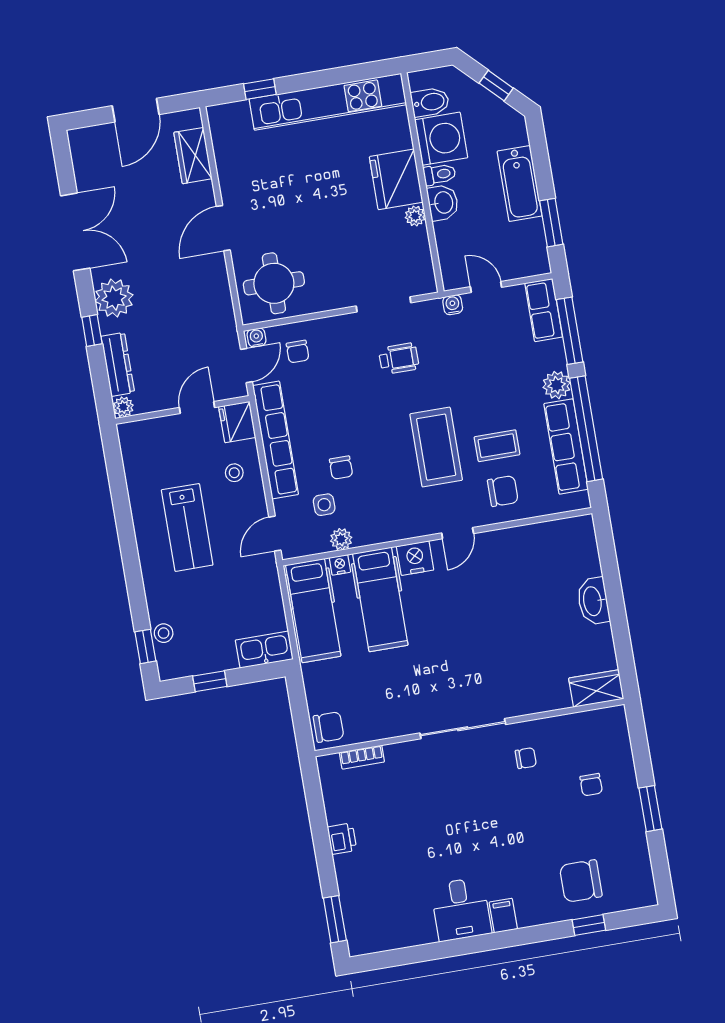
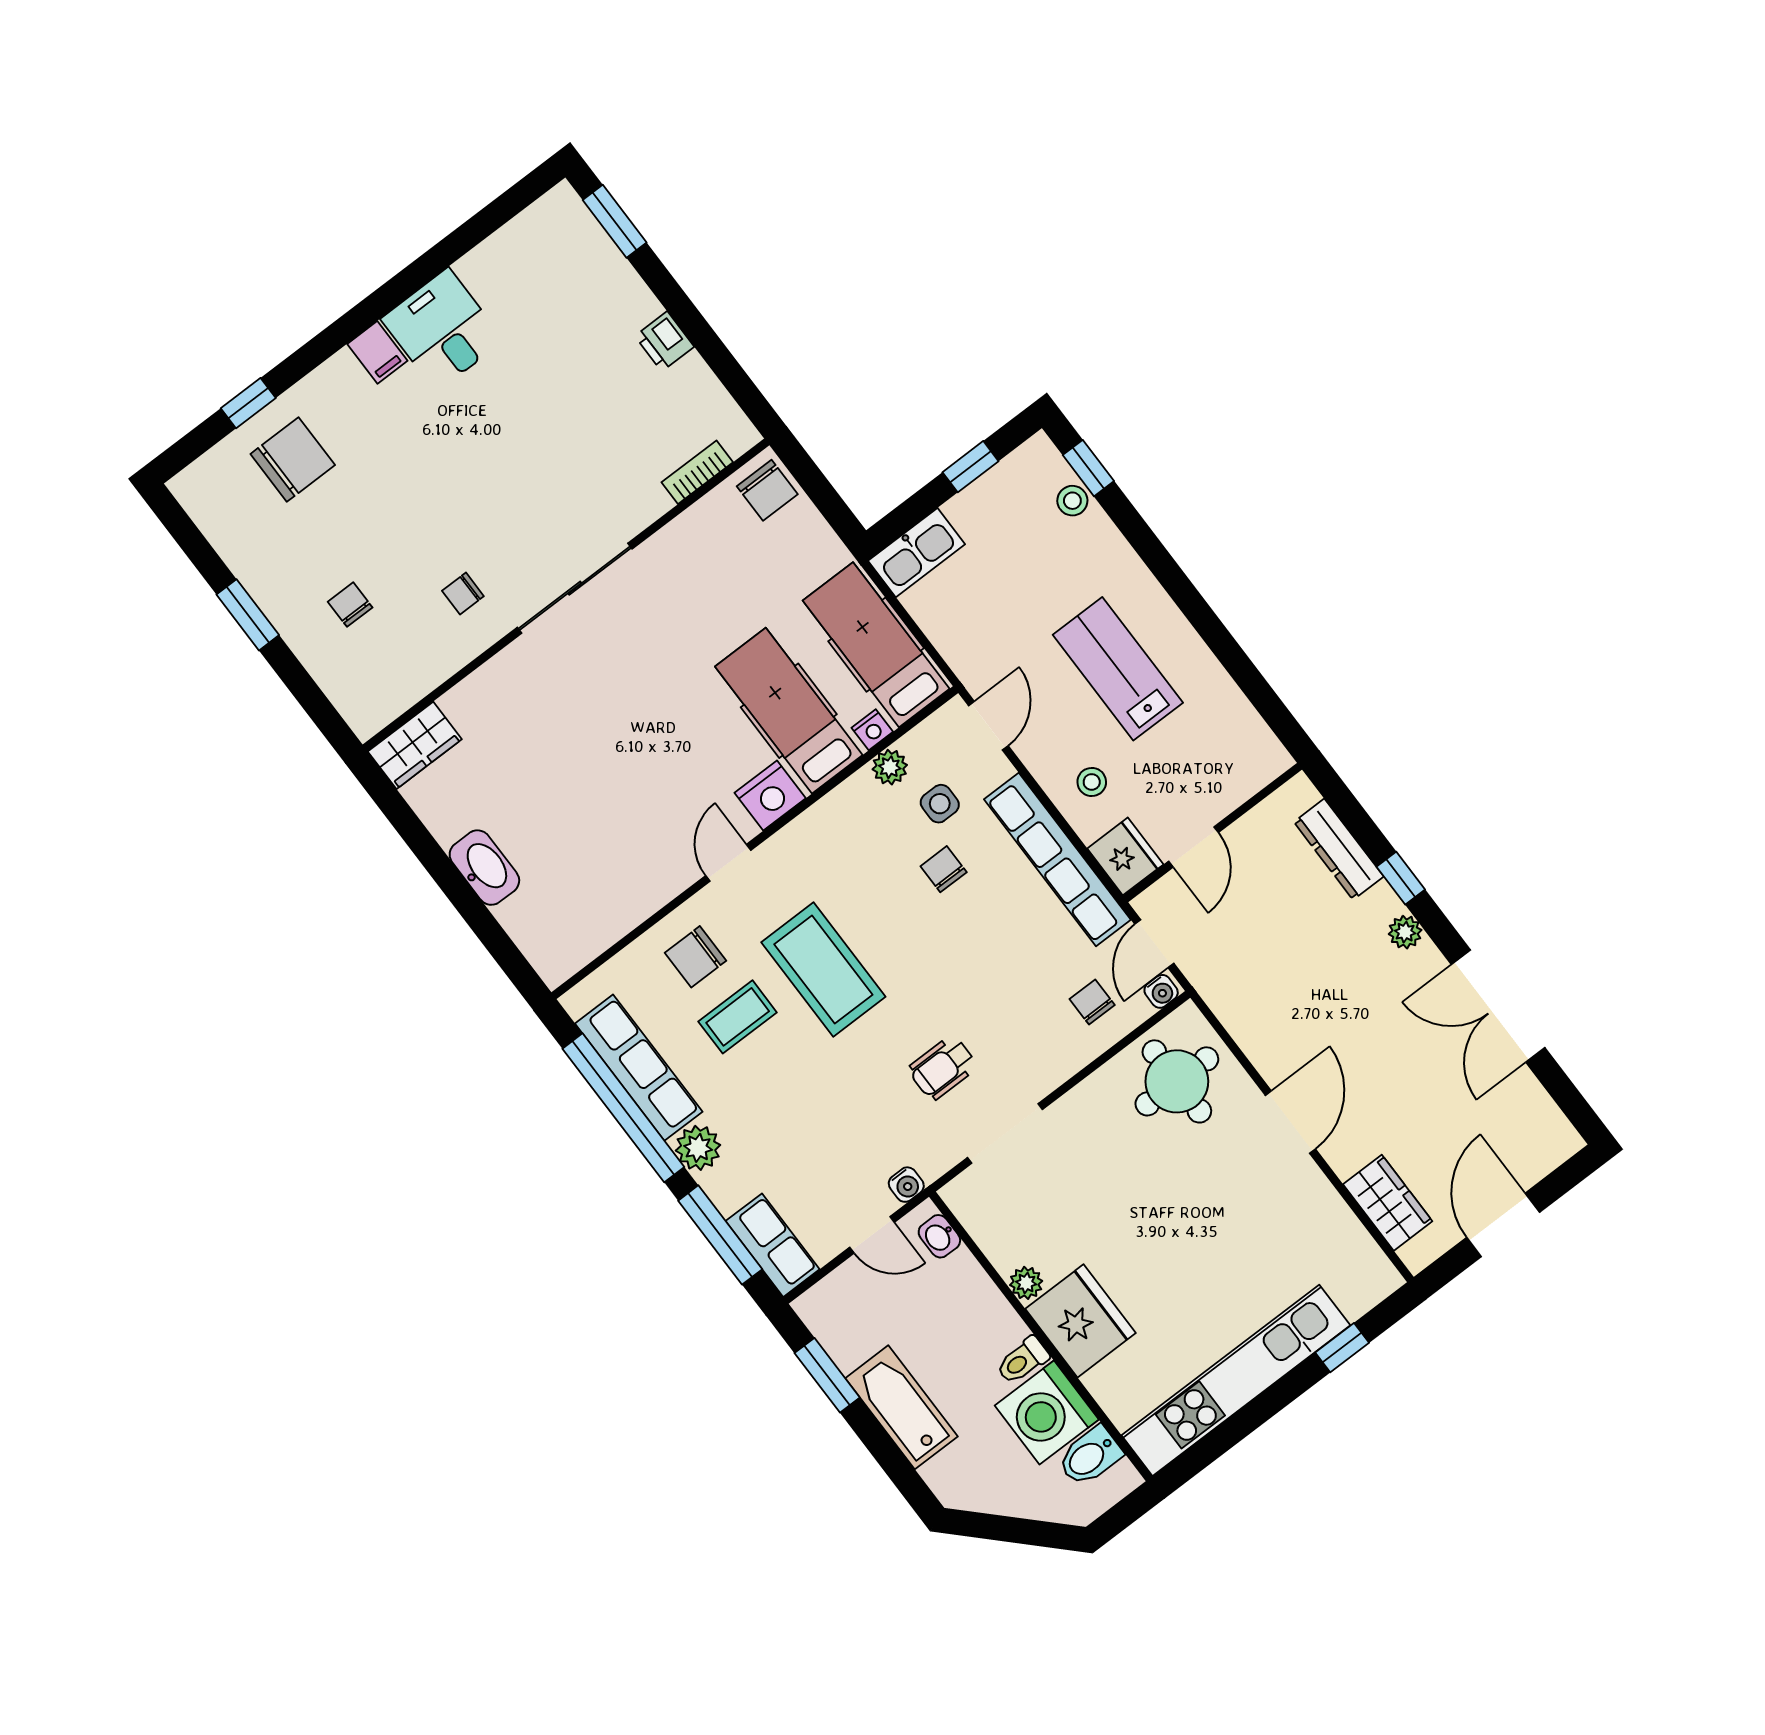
window: (496, 86) -> (1008, 1529), removed
washbasin: (443, 203) -> (939, 1236), moved, width x0.72, depth x0.69
plant: (114, 298) -> (1405, 932), width x0.53, depth x0.53
plant: (123, 407) -> (1299, 793), removed
chair: (329, 727) -> (767, 490), turned -90

